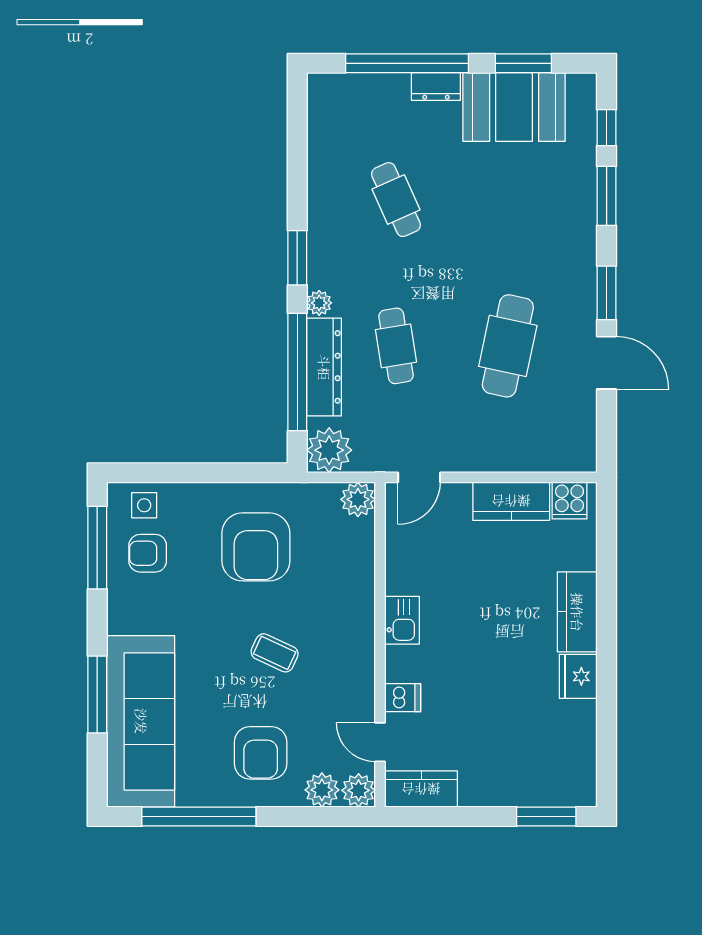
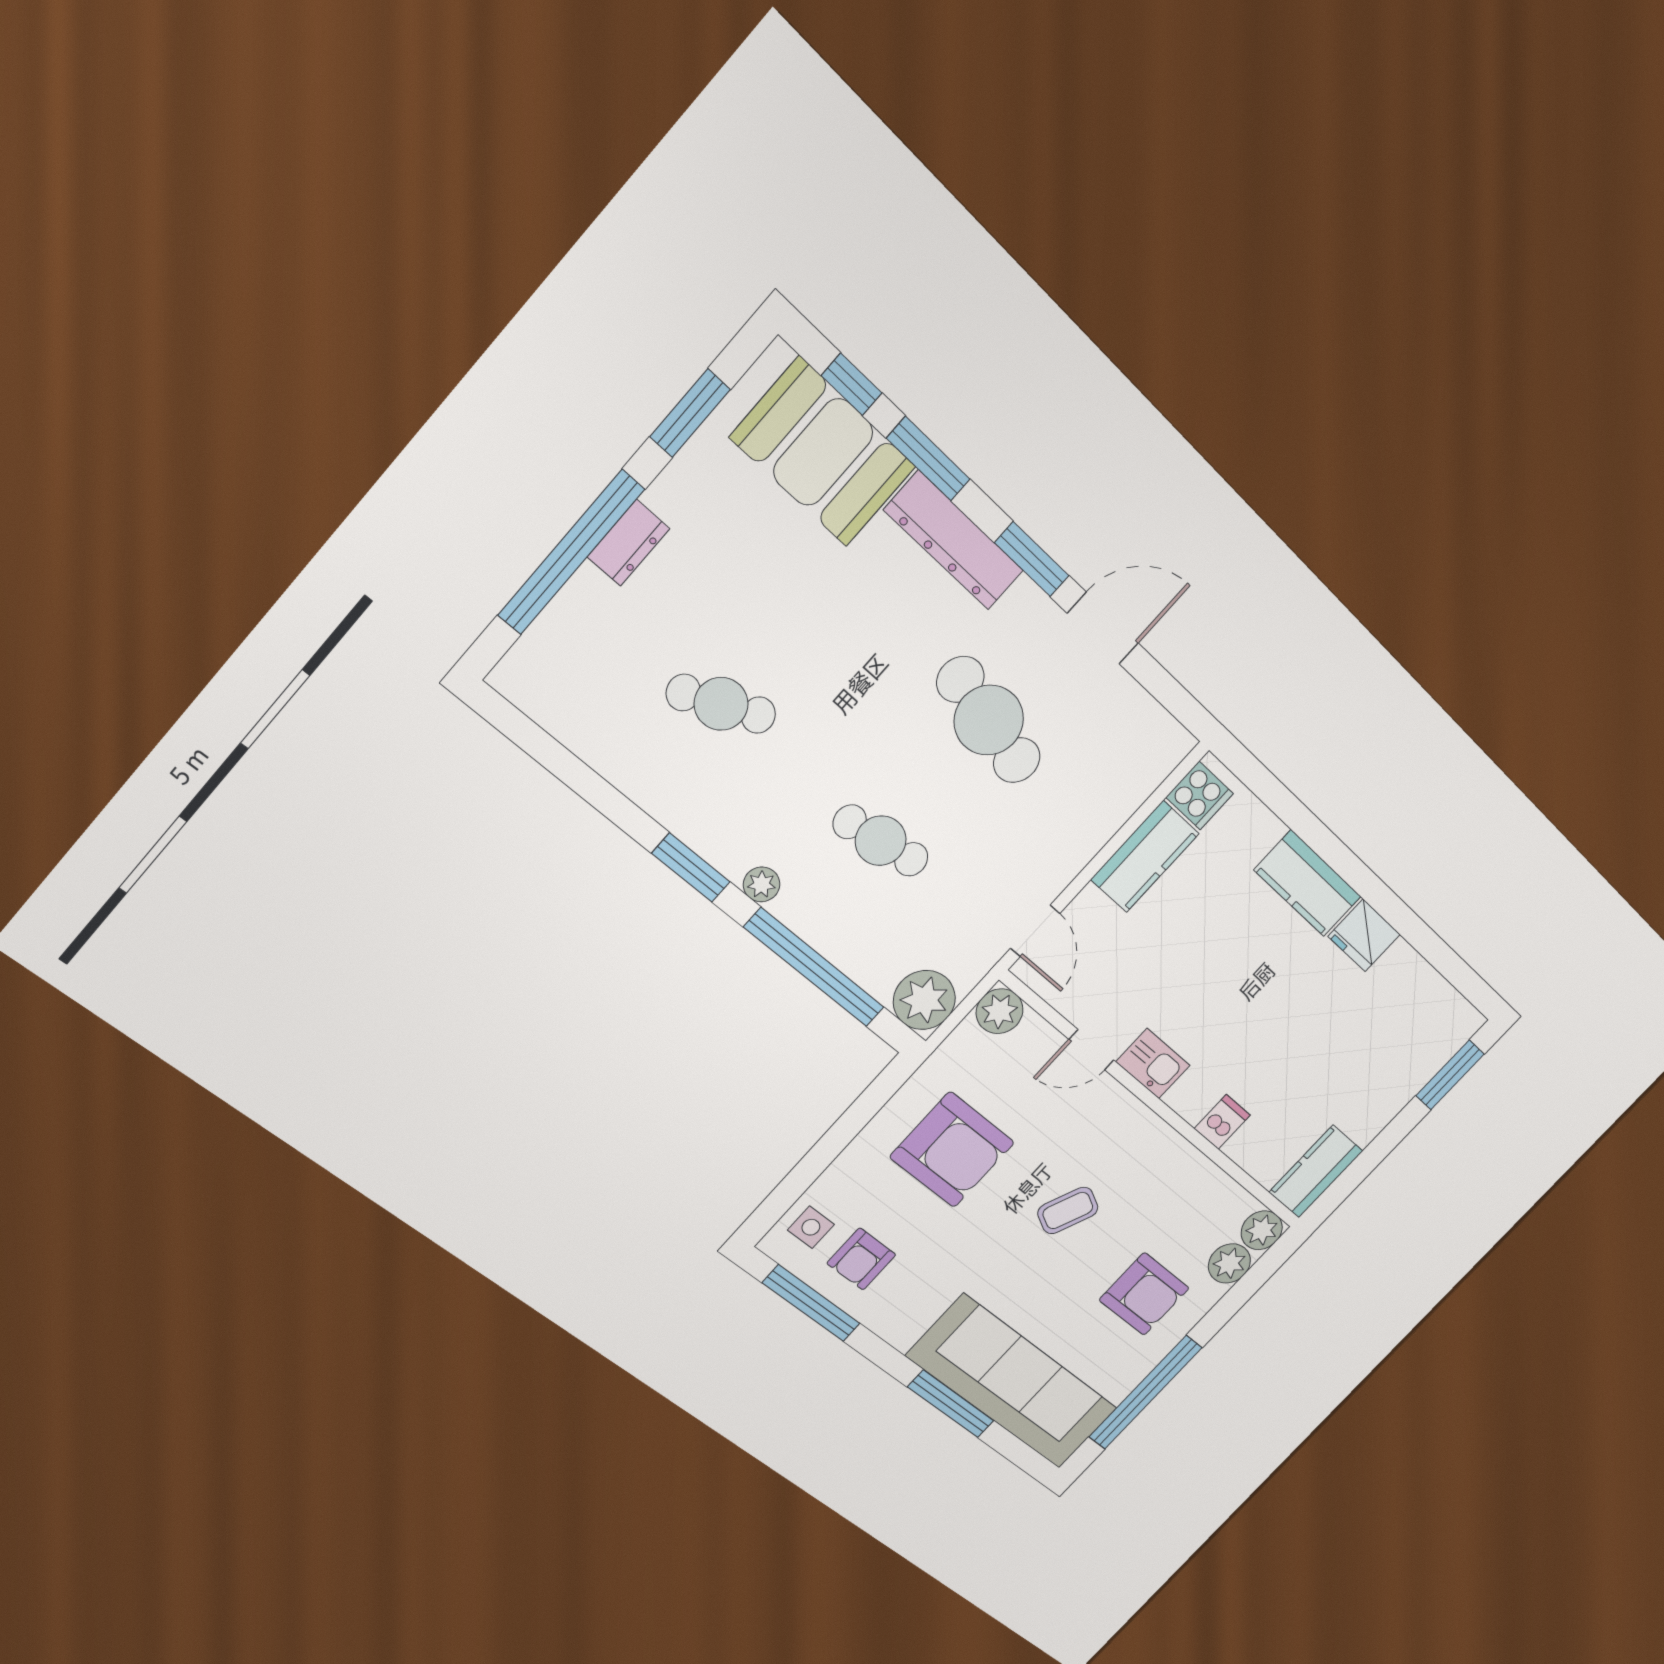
booth: (514, 107) -> (823, 452), moved, turned 90
dresser: (324, 367) -> (954, 541), moved, turned 180
door: (380, 742) -> (1091, 1050), moved

